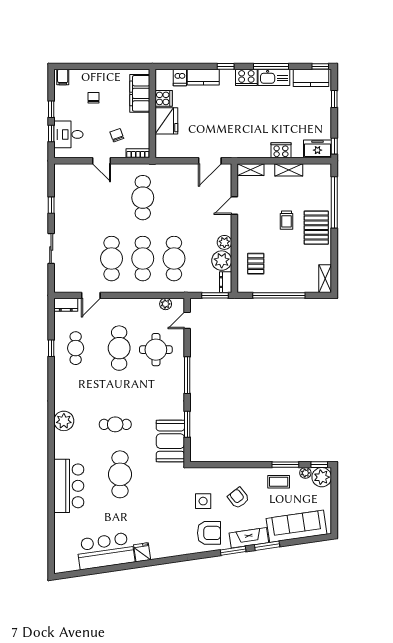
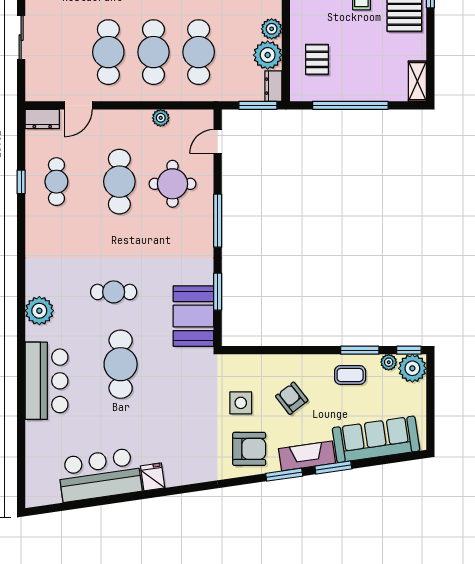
plant: (166, 304) -> (161, 118), moved
plant: (64, 421) -> (39, 311), moved

